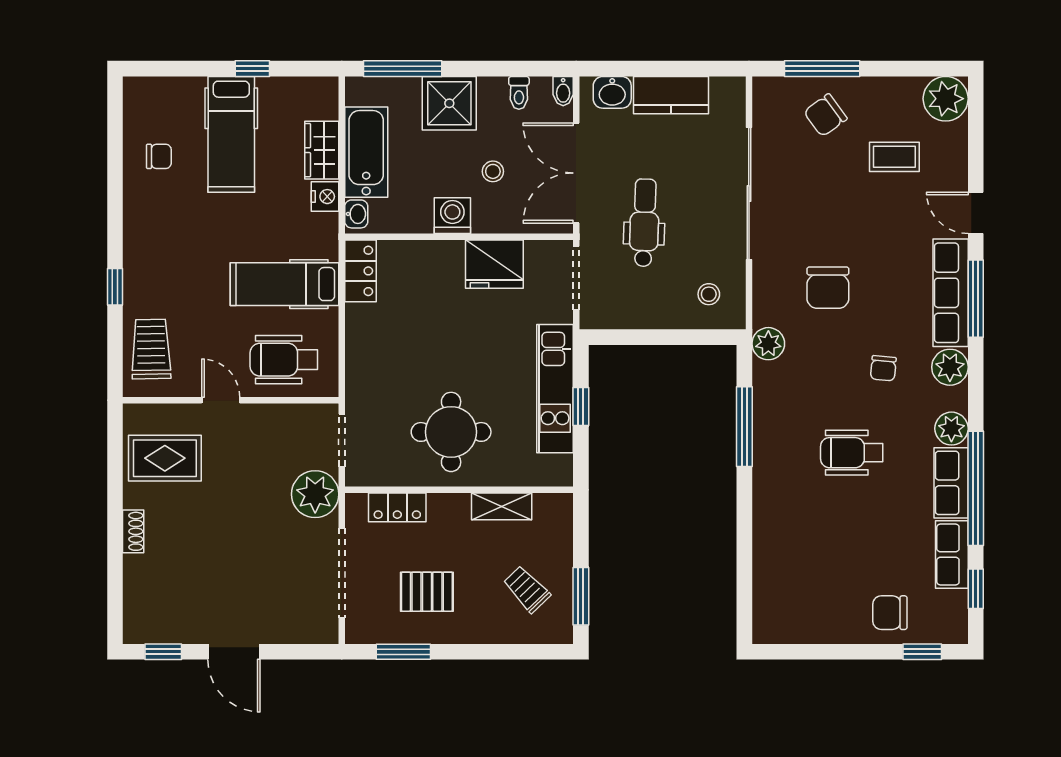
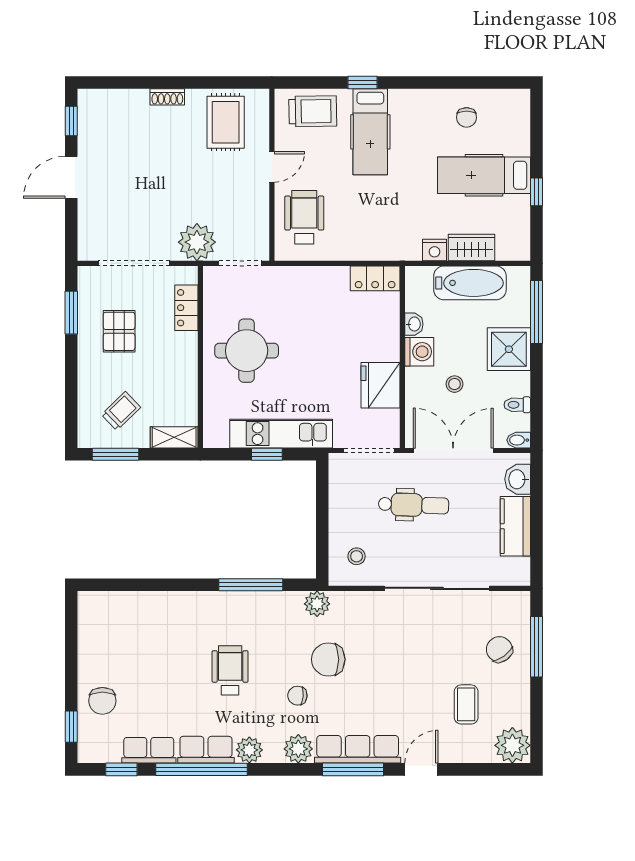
washbasin: (356, 214) -> (414, 324), moved, turned -90
hospital bed: (285, 284) -> (370, 132), moved, turned 180
chair: (828, 288) -> (328, 659), moved
shelving: (502, 506) -> (174, 437), moved, turned 90
chair: (890, 613) -> (102, 701), turned 180

